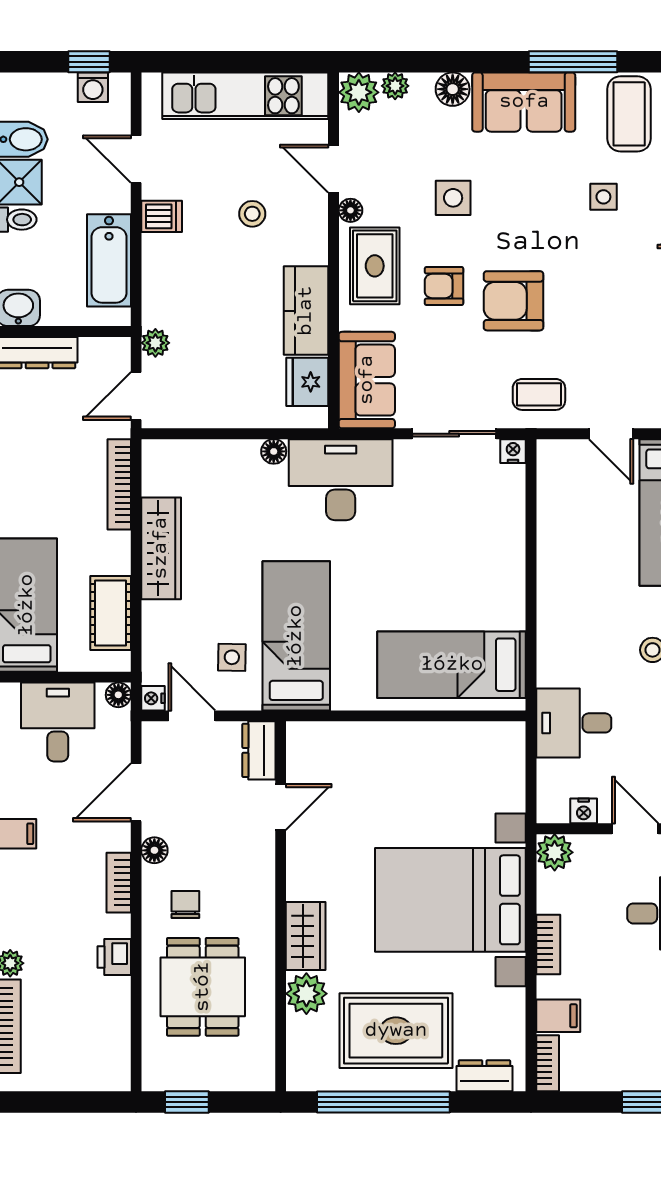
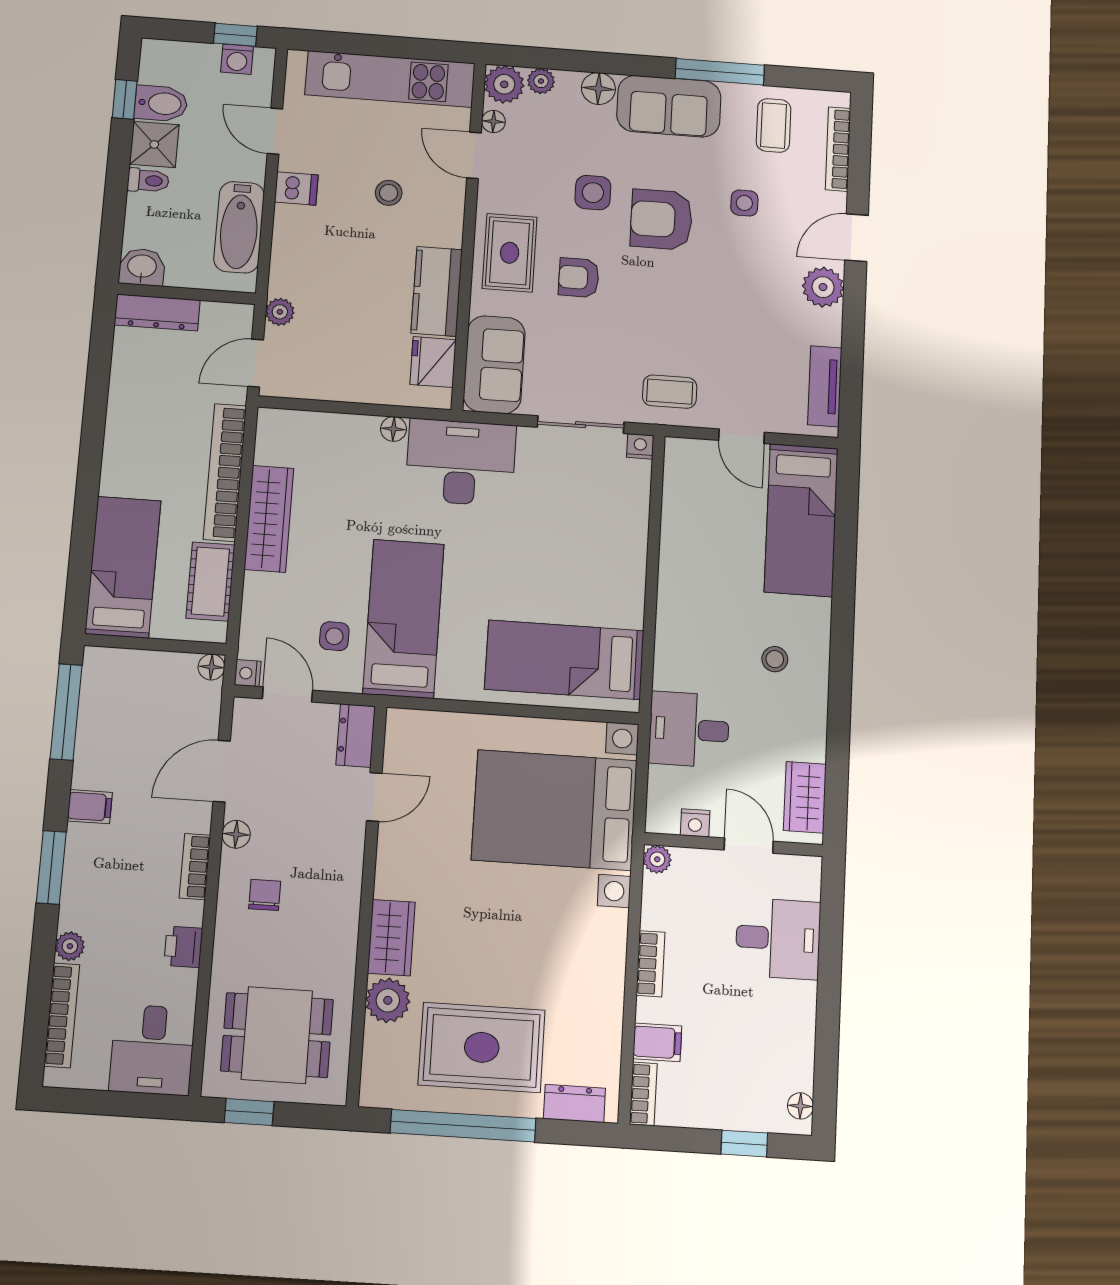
coffee table: (629, 114) -> (774, 125), width x0.73, depth x0.77
floor lamp: (350, 210) -> (493, 121), moved
armchair: (514, 301) -> (661, 220), moved
bookcase: (119, 484) -> (225, 472), width x1.48, depth x1.31
desk: (58, 722) -> (152, 1050), moved, turned 180
plant: (555, 852) -> (657, 859), width x0.73, depth x0.73
bed with nightstands: (450, 900) -> (554, 810), moved
dining table: (203, 987) -> (277, 1035), moved, turned 90

